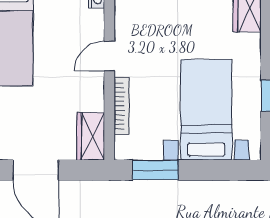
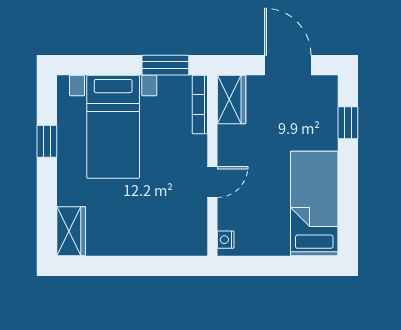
bookcase: (122, 106) -> (200, 105), moved

